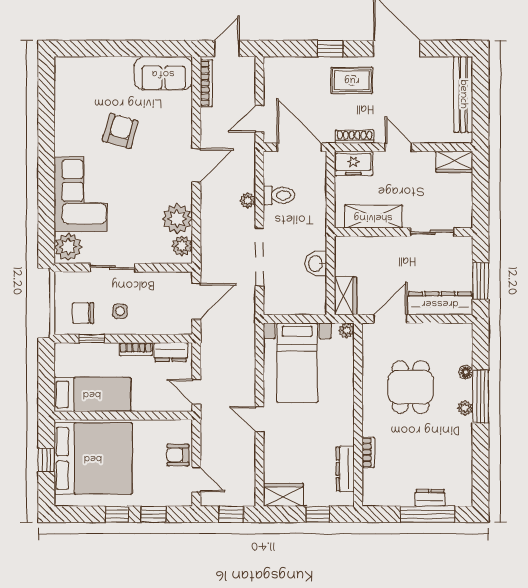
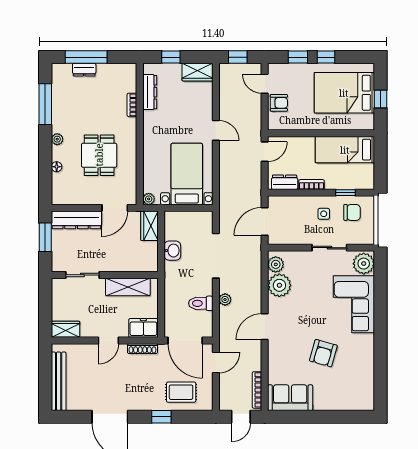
rug: (352, 80) -> (181, 392), moved
door: (399, 147) -> (108, 341), hinge flipped
door: (196, 392) -> (265, 152), hinge flipped
window: (480, 397) -> (45, 104), moved
bed: (93, 458) -> (344, 93), width x0.73

